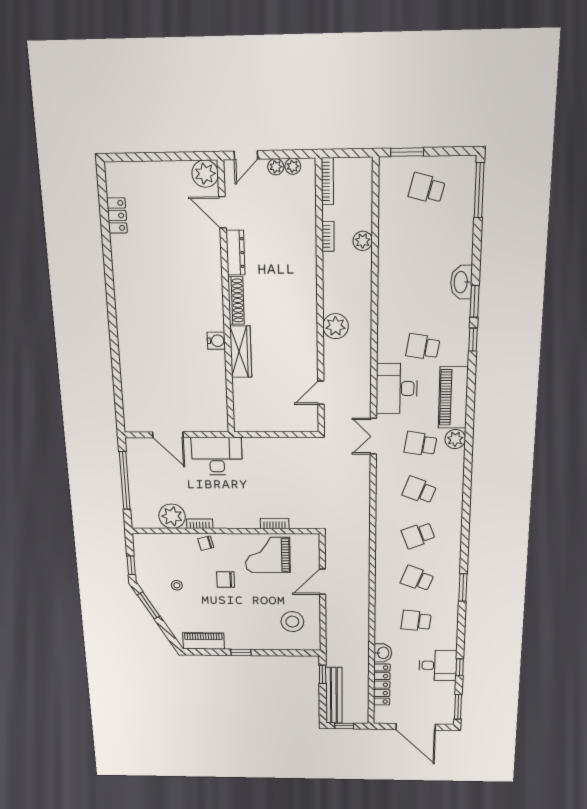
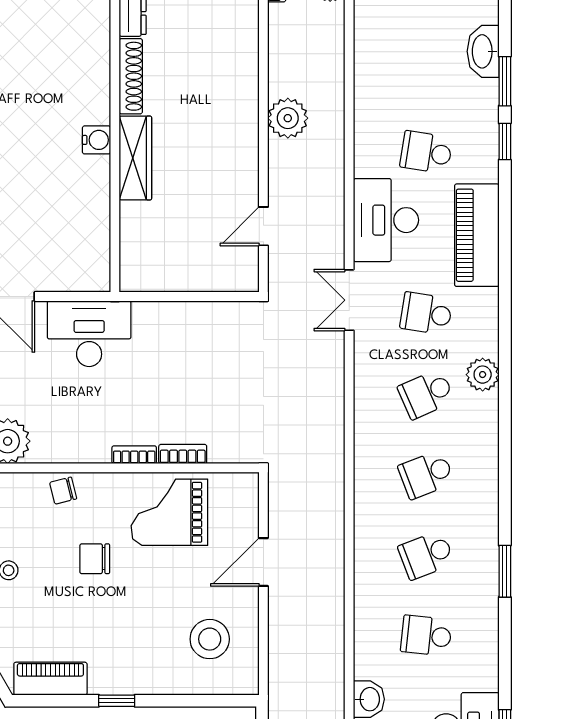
plant: (455, 439) -> (483, 375), moved
school desk: (419, 490) -> (426, 394), turned -45
bookcase: (200, 524) -> (134, 455), moved
school desk: (417, 579) -> (426, 555), turned -42

